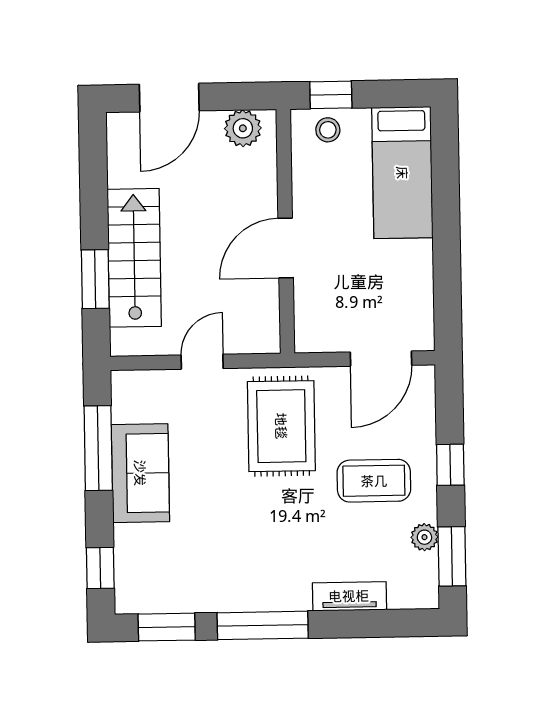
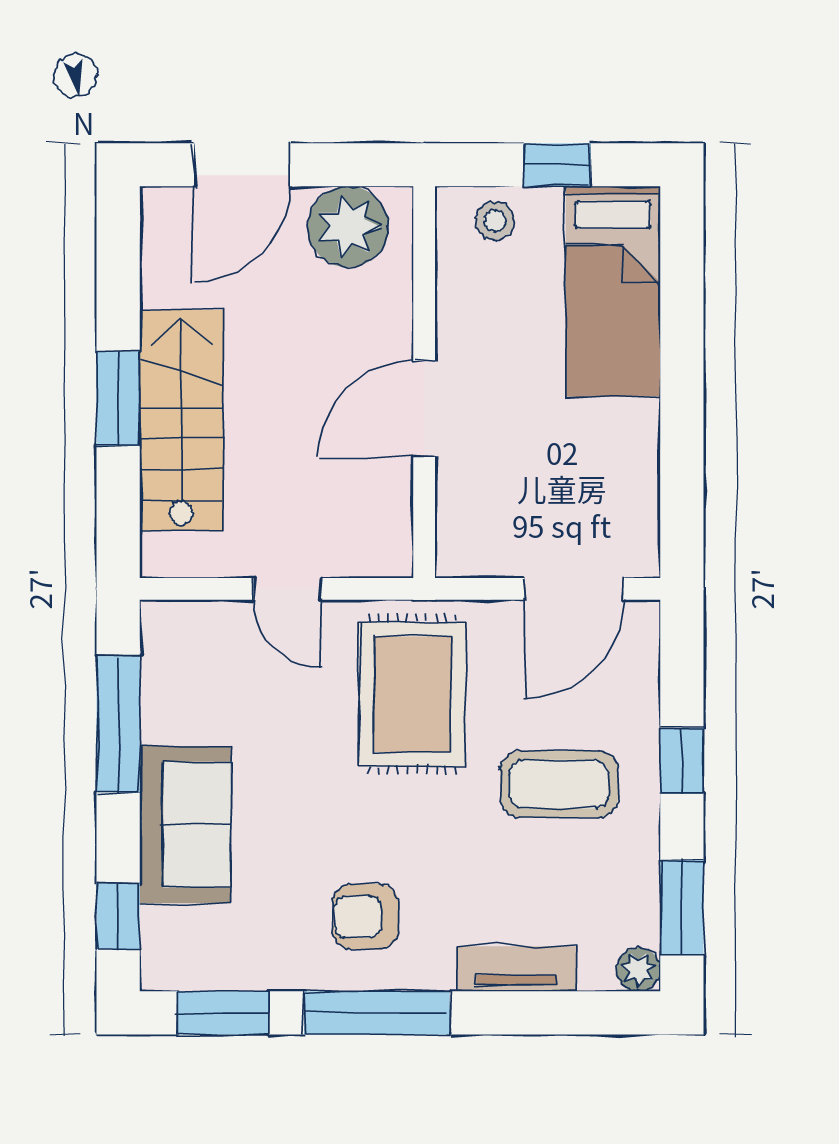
window: (331, 95) -> (557, 165), moved
plant: (243, 128) -> (348, 227), width x1.36, depth x1.36
window: (95, 279) -> (118, 399), moved
door: (202, 362) -> (287, 589), swing flipped
sofa: (140, 473) -> (185, 825), moved
plant: (424, 537) -> (638, 970), moved
armchair: (255, 566) -> (366, 917), added

